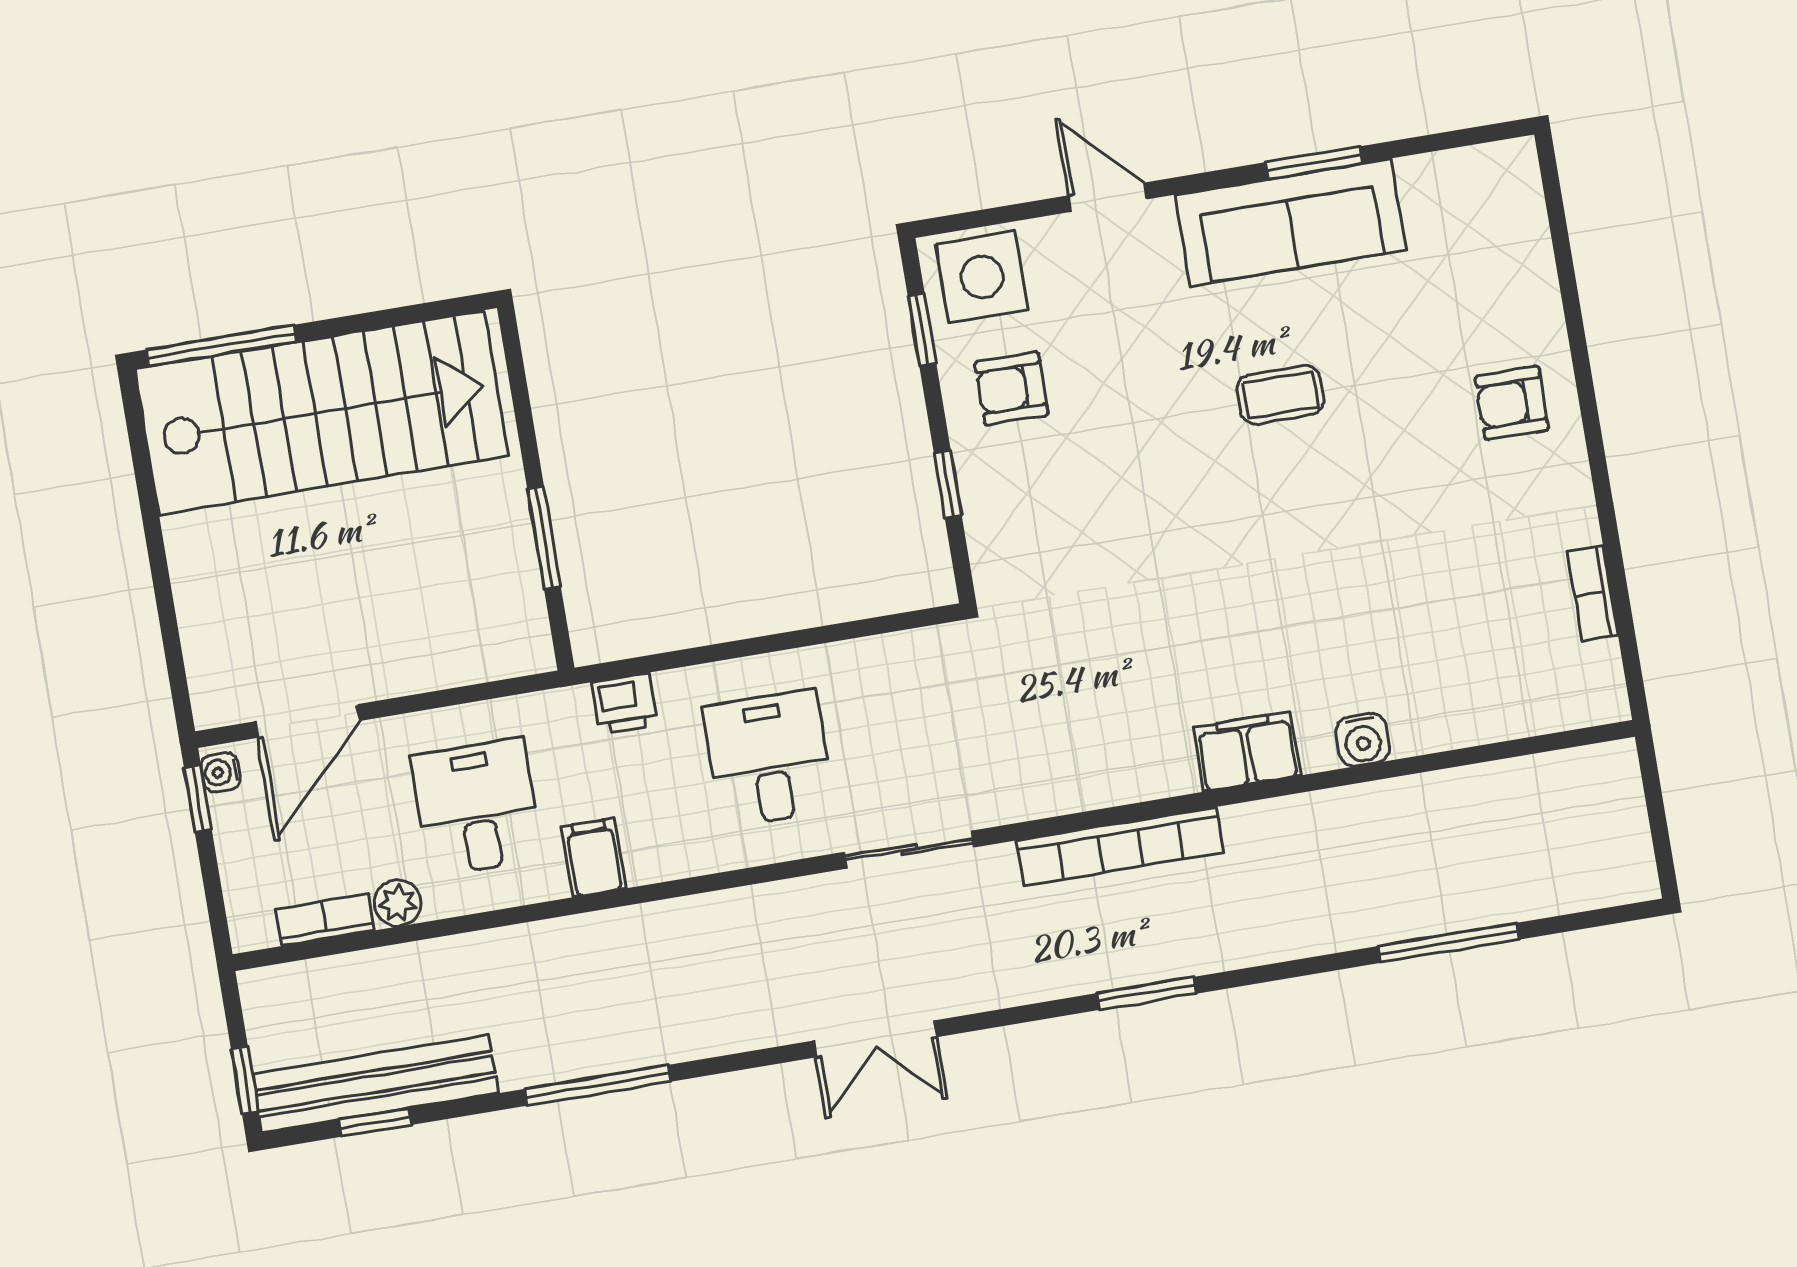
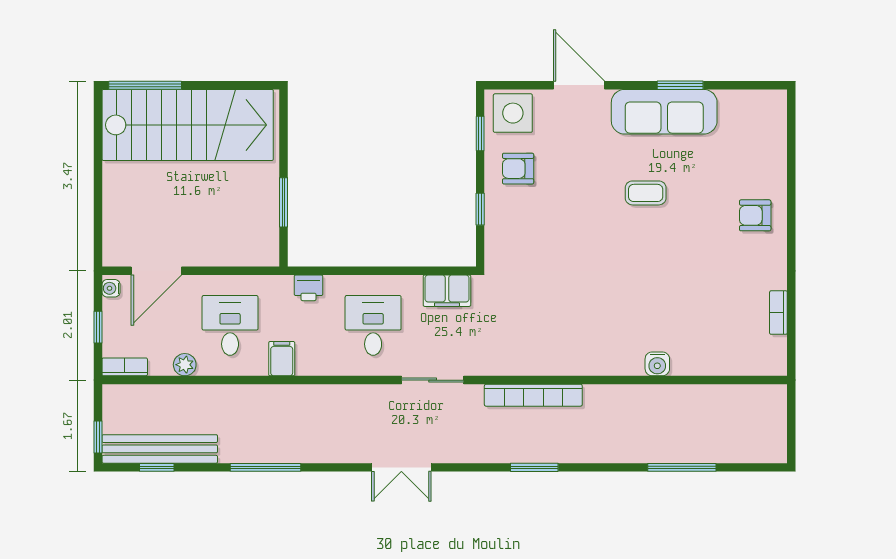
door: (1108, 197) -> (579, 85), width x1.38
filing cabinet: (1247, 751) -> (447, 291), moved, turned 180
window: (198, 799) -> (98, 327), moved
bookcase: (325, 920) -> (125, 367), moved

